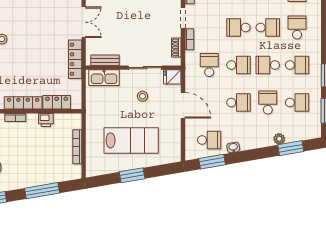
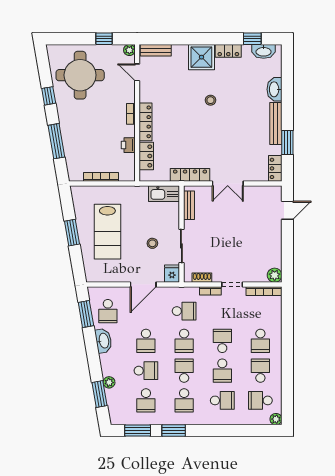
kitchen sink: (104, 78) -> (164, 194), moved, turned -90
washbasin: (233, 147) -> (103, 341), width x1.91, depth x1.45

